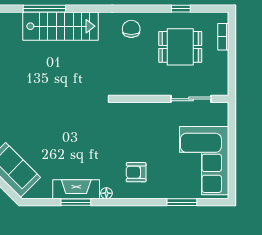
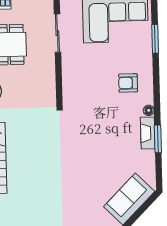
armchair: (136, 172) -> (128, 83), turned 90
fireplace: (76, 189) -> (148, 133), width x0.73, depth x0.76

